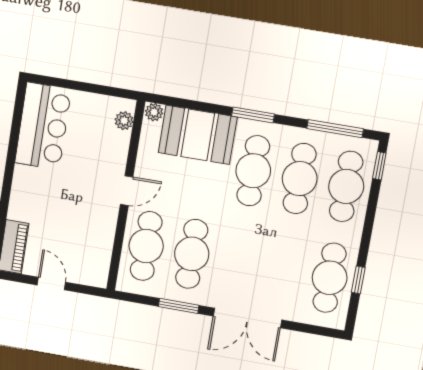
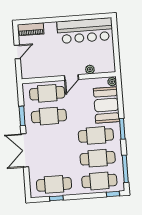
plant: (124, 121) -> (90, 69), moved
bar counter: (43, 126) -> (85, 31), width x1.36
door: (127, 191) -> (71, 77), hinge flipped

